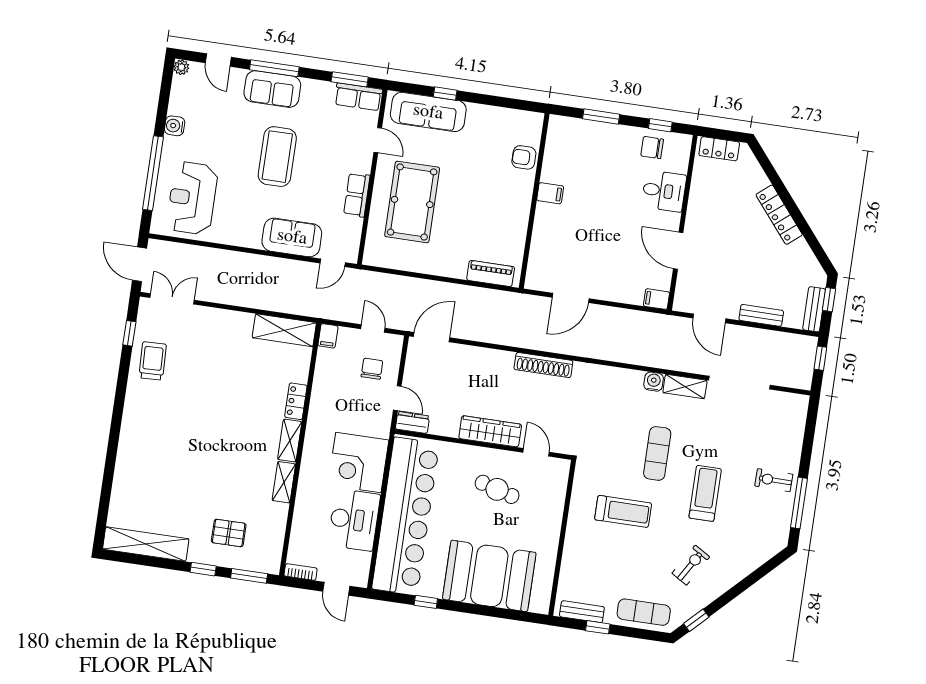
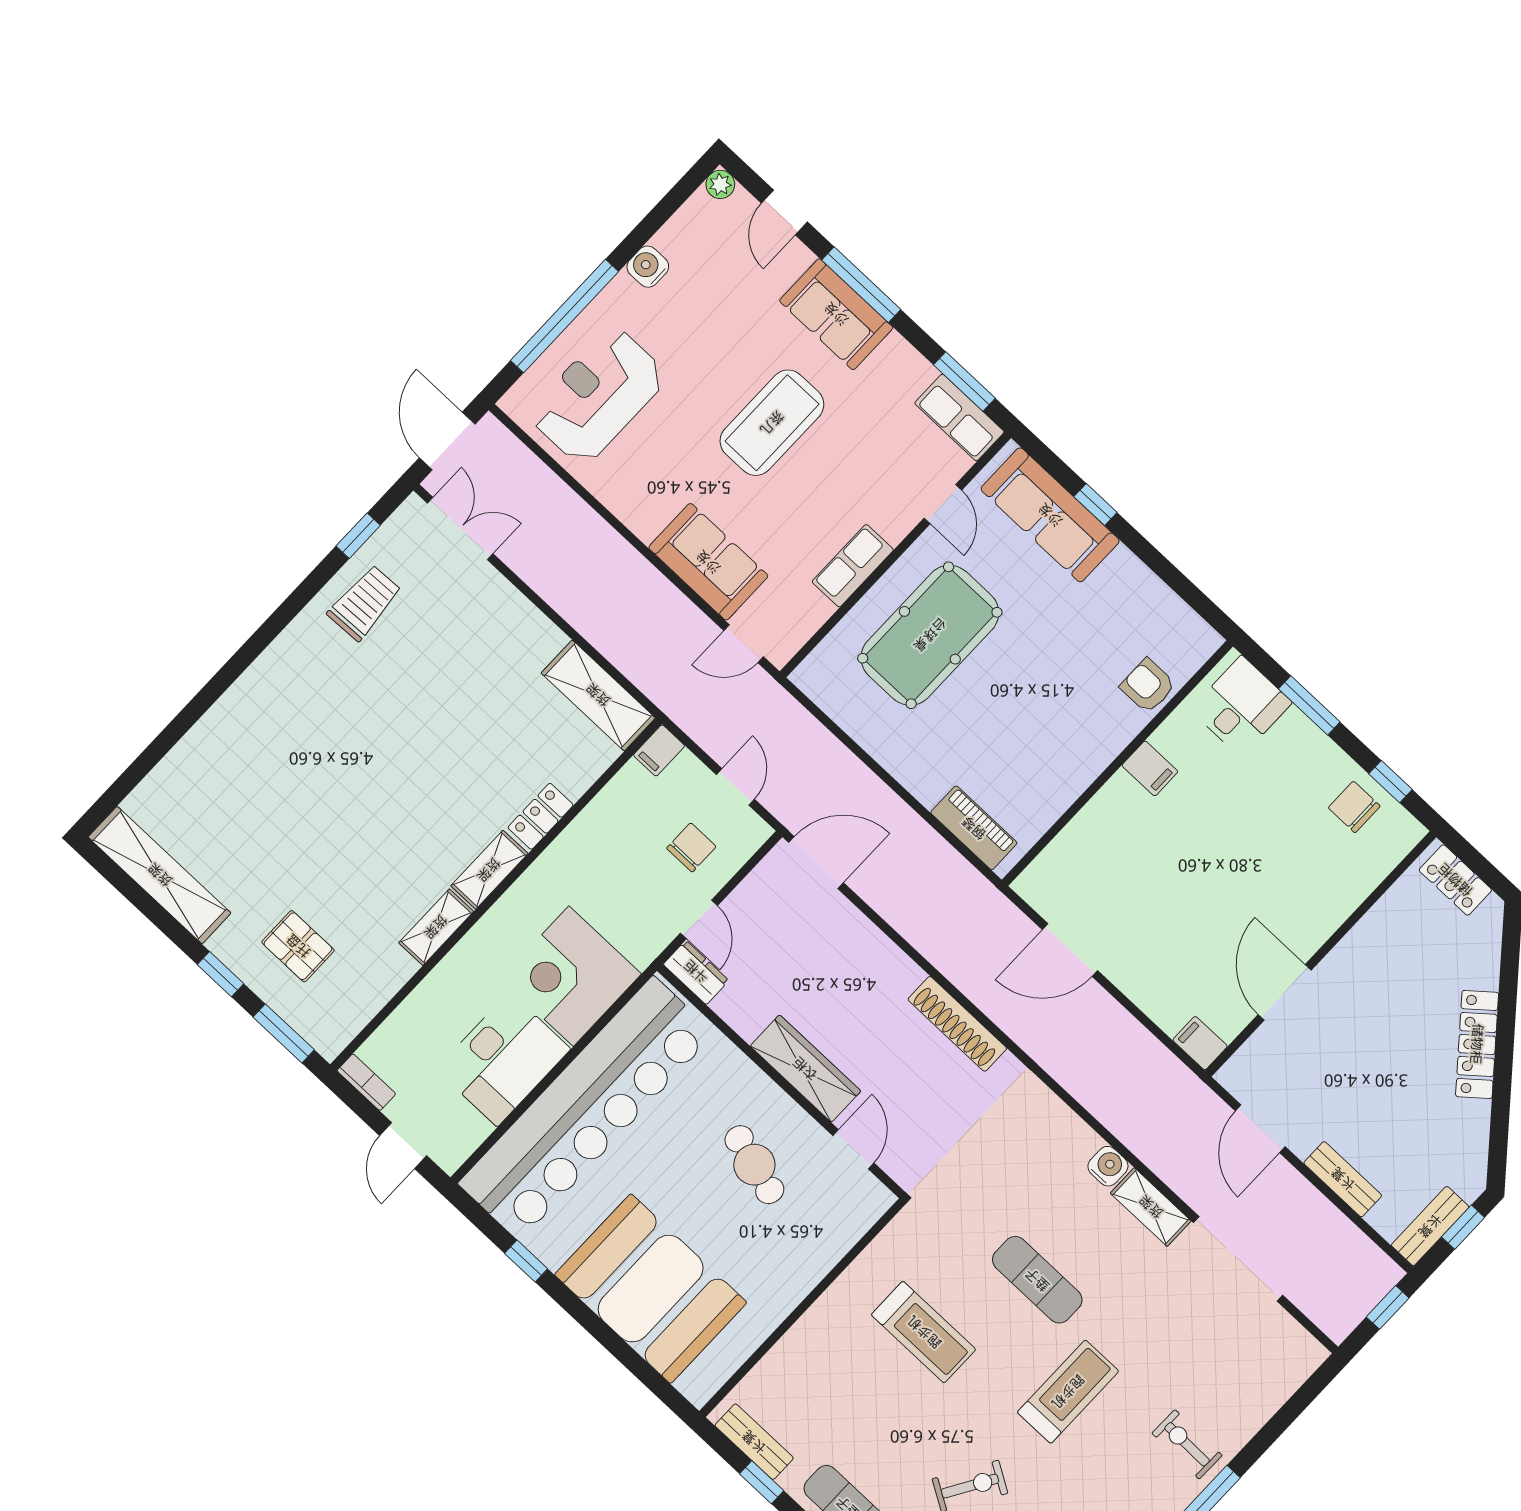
desk: (664, 191) -> (1241, 706), moved, turned -90
exercise mat: (657, 453) -> (1037, 1280), turned 90

